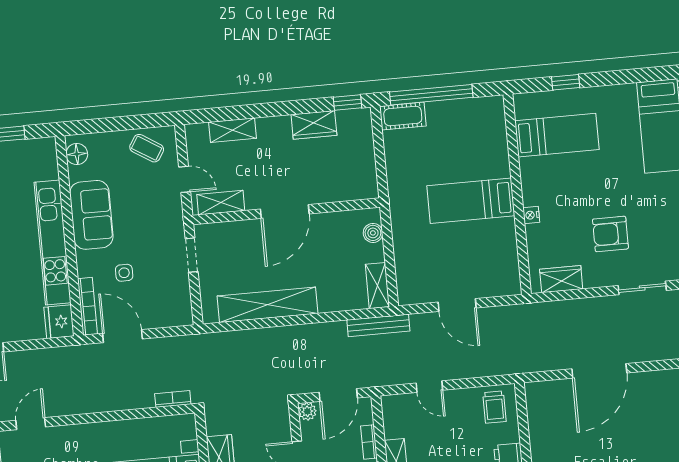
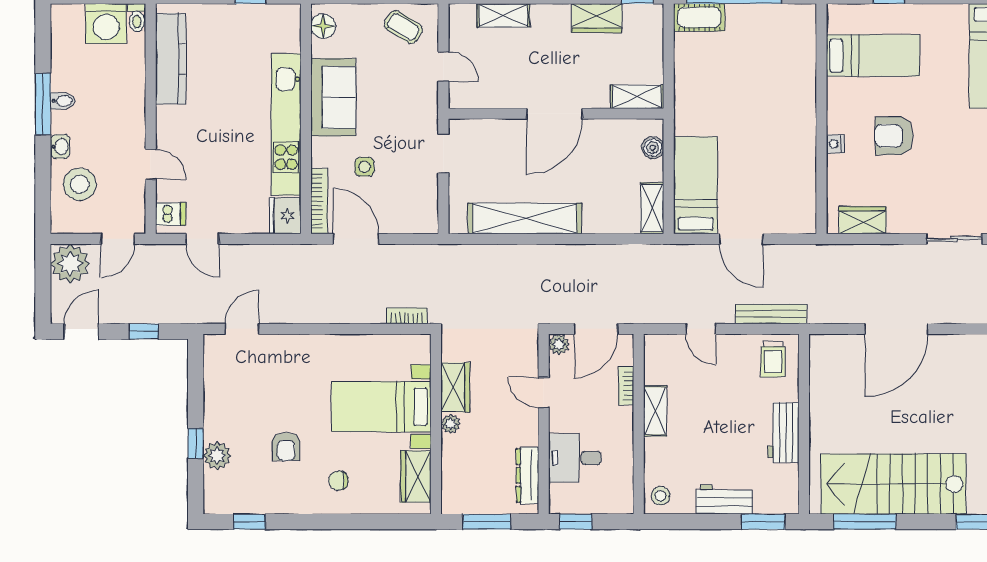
bed: (471, 201) -> (696, 185), moved, turned 90
shelving: (221, 203) -> (637, 97), moved
armchair: (610, 234) -> (894, 136), moved
bench: (378, 325) -> (771, 314), moved

